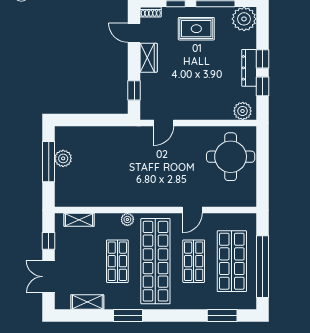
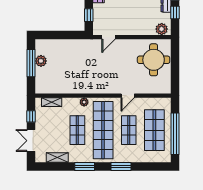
window: (222, 315) -> (121, 167), moved

